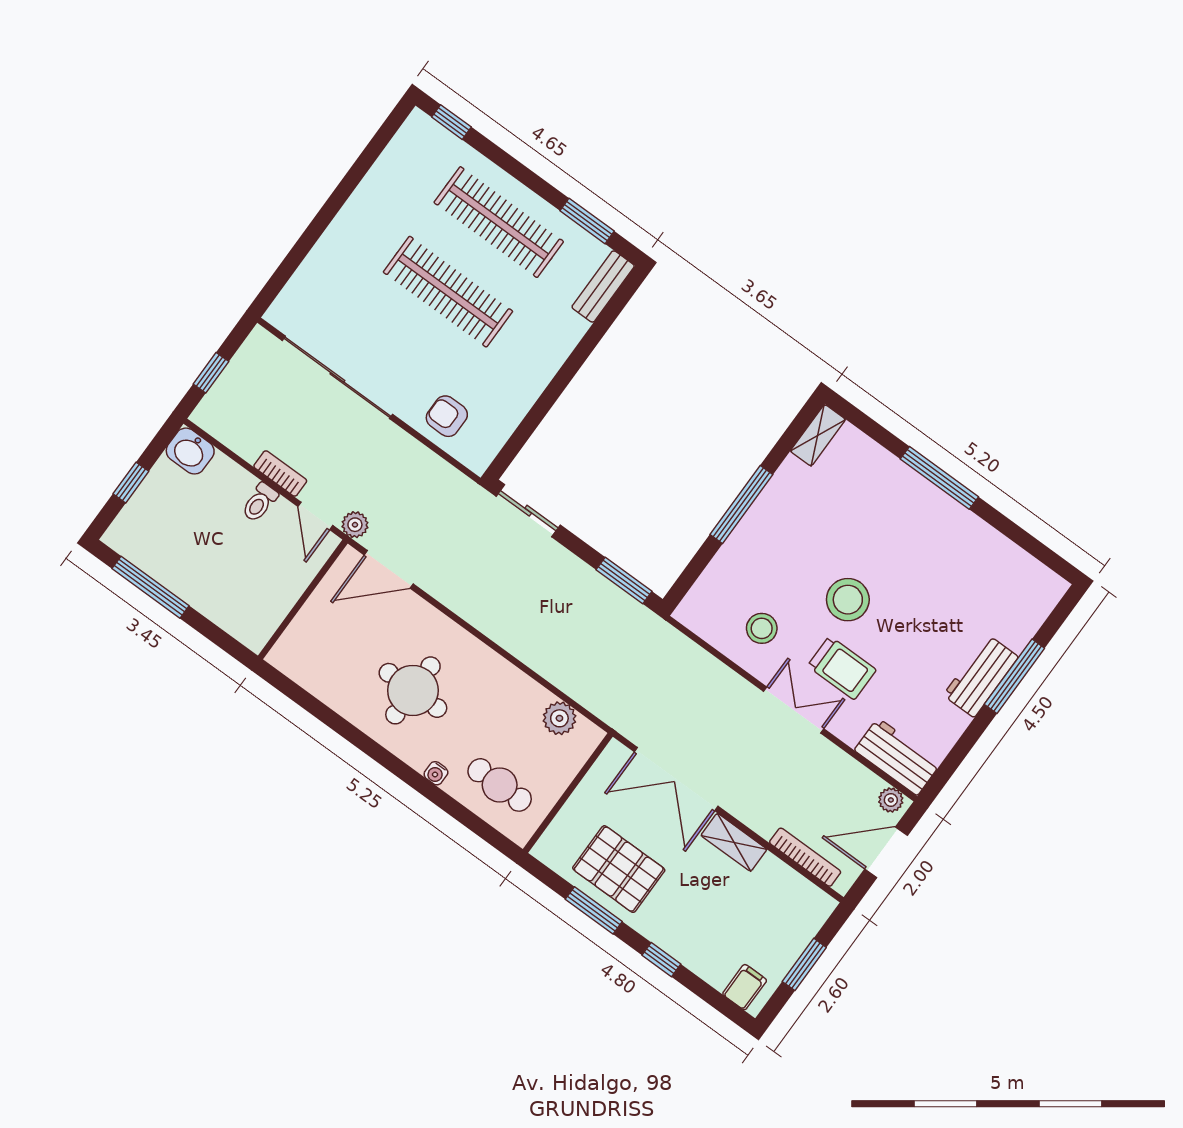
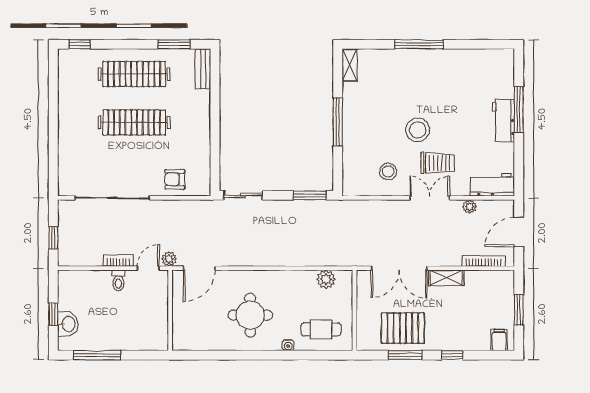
washbasin: (190, 451) -> (68, 324), moved, turned -90
door: (315, 516) -> (148, 268), swing flipped
plant: (891, 800) -> (470, 207), moved

